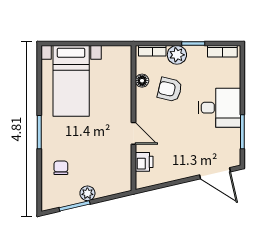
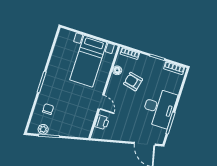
plant: (177, 55) -> (145, 61), removed
bed with nightstands: (71, 81) -> (88, 61), moved
desk: (219, 108) -> (159, 108), width x1.37
plant: (87, 193) -> (43, 129), moved

